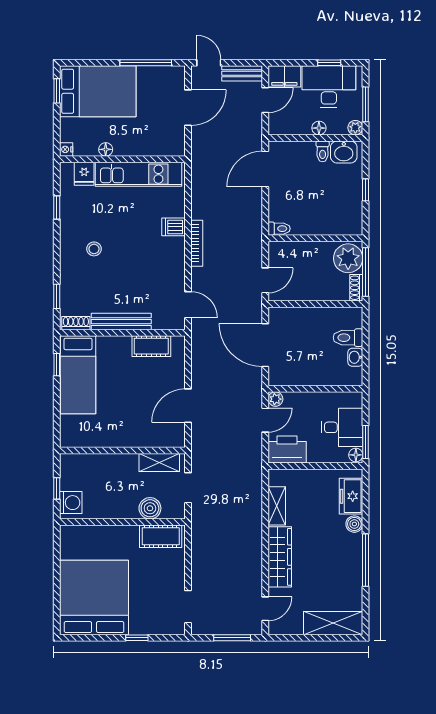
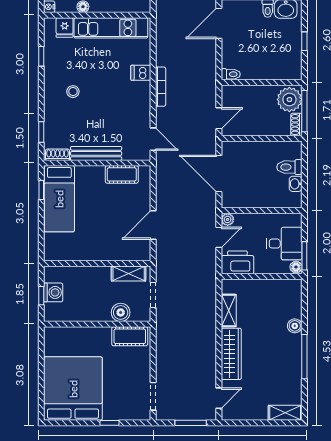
freezer: (351, 496) -> (292, 302), removed
washing machine: (71, 503) -> (53, 292), moved
shelving: (333, 623) -> (285, 413), width x0.67, depth x0.75

